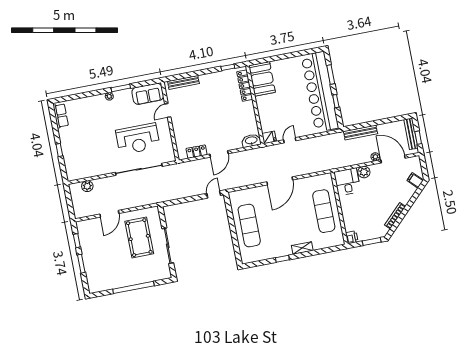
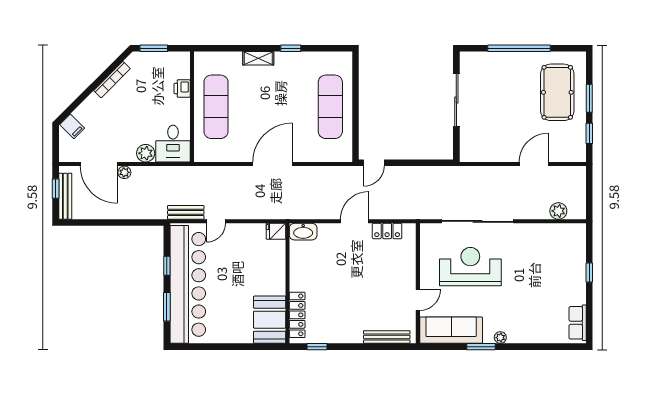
sofa: (148, 94) -> (451, 330), width x1.36
bench: (361, 133) -> (186, 212), moved, width x0.73
door: (290, 140) -> (216, 221), moved
printer: (352, 237) -> (182, 89), moved
pool table: (139, 238) -> (557, 92), moved

